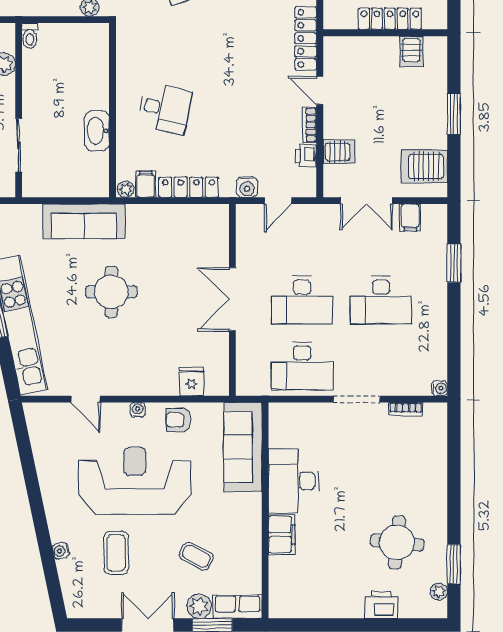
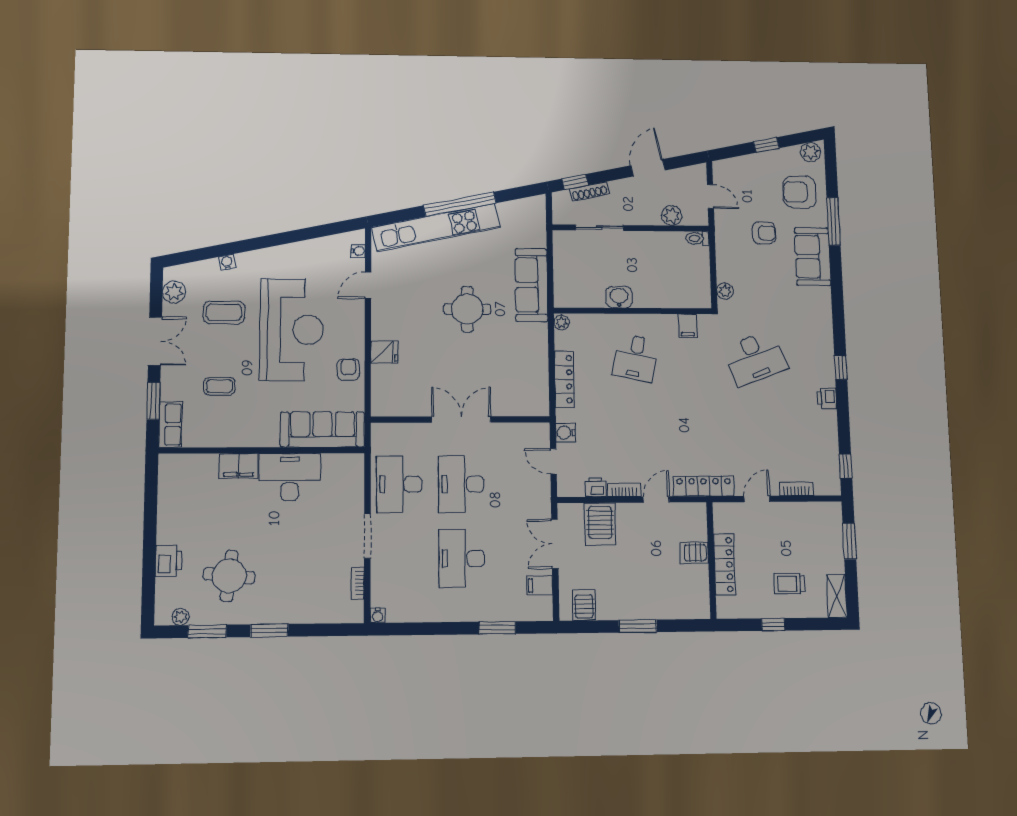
server rack: (411, 51) -> (694, 553), moved
washbasin: (97, 131) -> (619, 297), width x0.72
server rack: (339, 152) -> (600, 524), width x1.36, depth x1.44
server rack: (424, 166) -> (584, 605), width x0.73, depth x0.70
filing cabinet: (146, 184) -> (688, 326), moved, turned 90
fridge: (192, 382) -> (384, 352), moved
water cooler: (138, 410) -> (358, 251), moved
window: (454, 500) -> (269, 631), added
coffee table: (196, 556) -> (219, 386), turned 63
plant: (199, 606) -> (174, 292), moved

